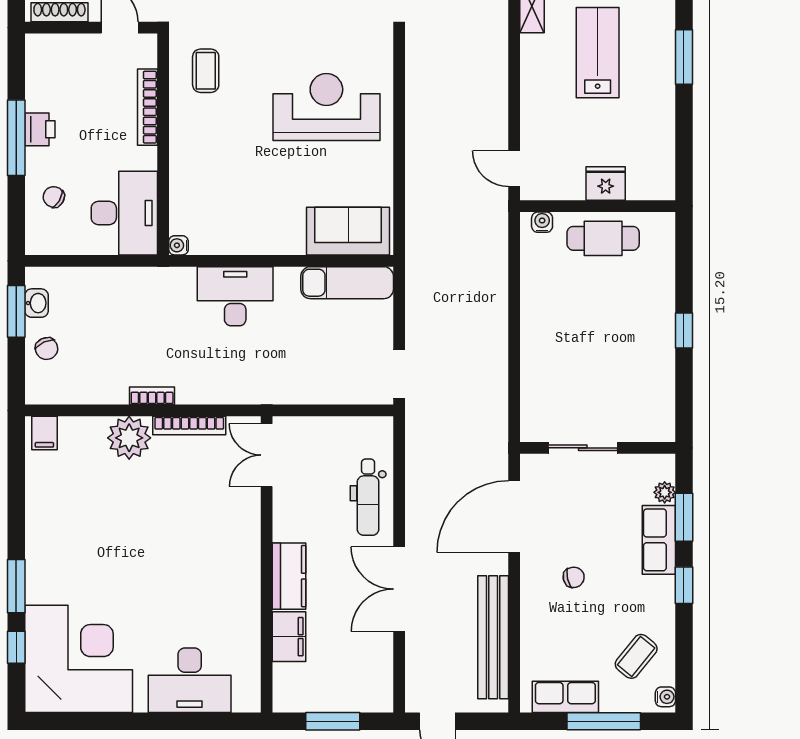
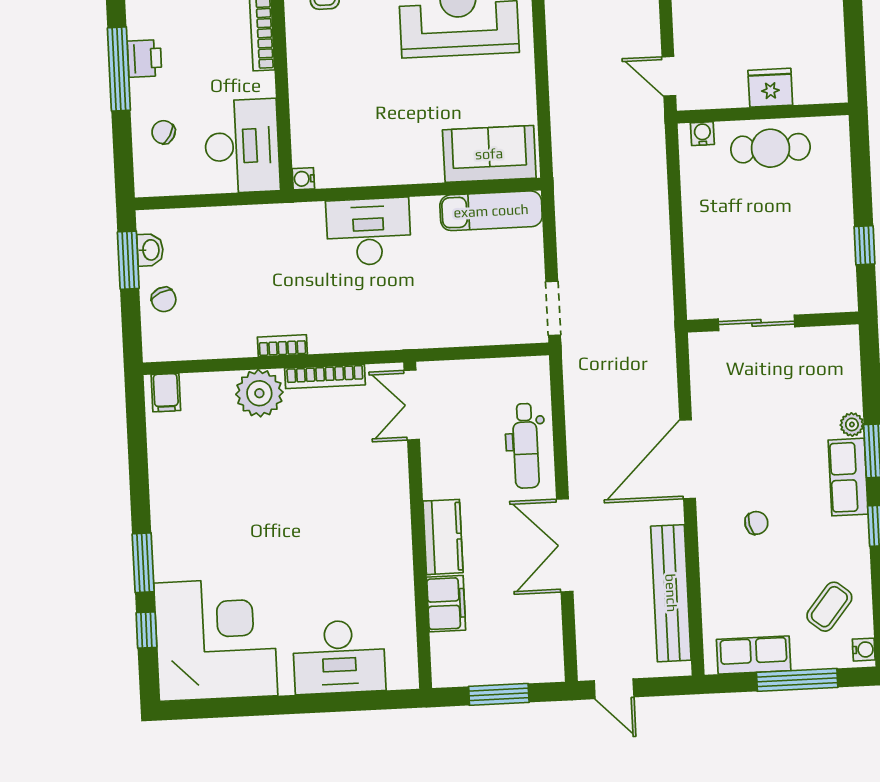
sliding door: (583, 448) -> (756, 323), moved
wall: (598, 448) -> (773, 322), moved

